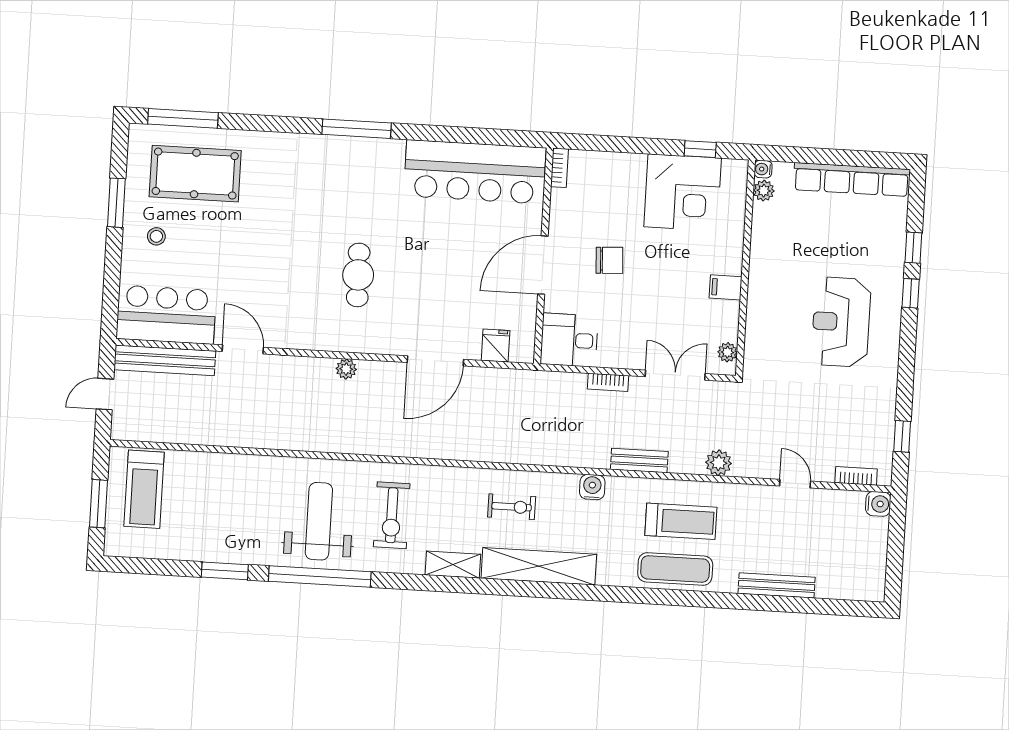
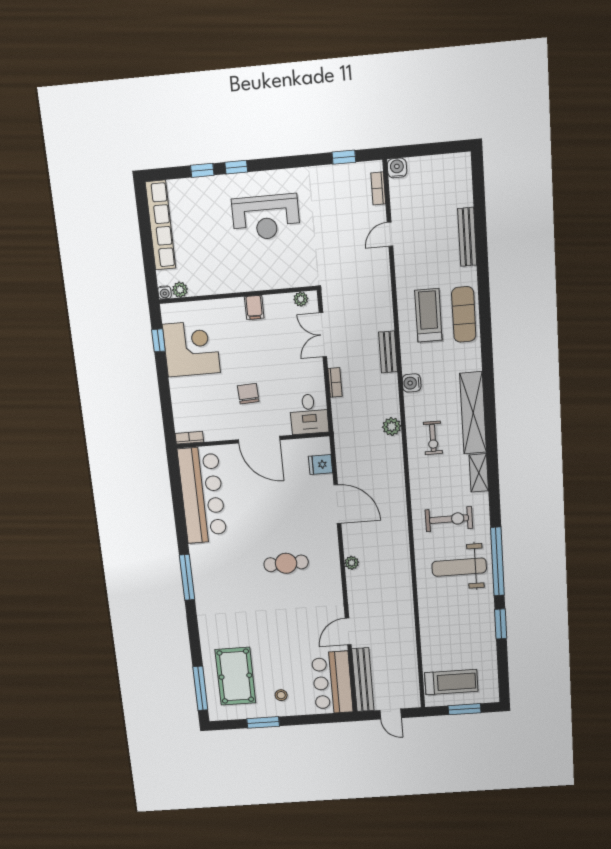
plant: (719, 463) -> (392, 427), moved
exercise bike: (512, 507) -> (433, 438), turned 180

